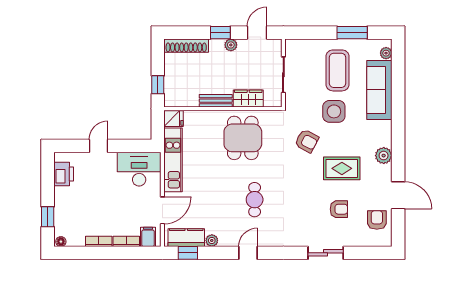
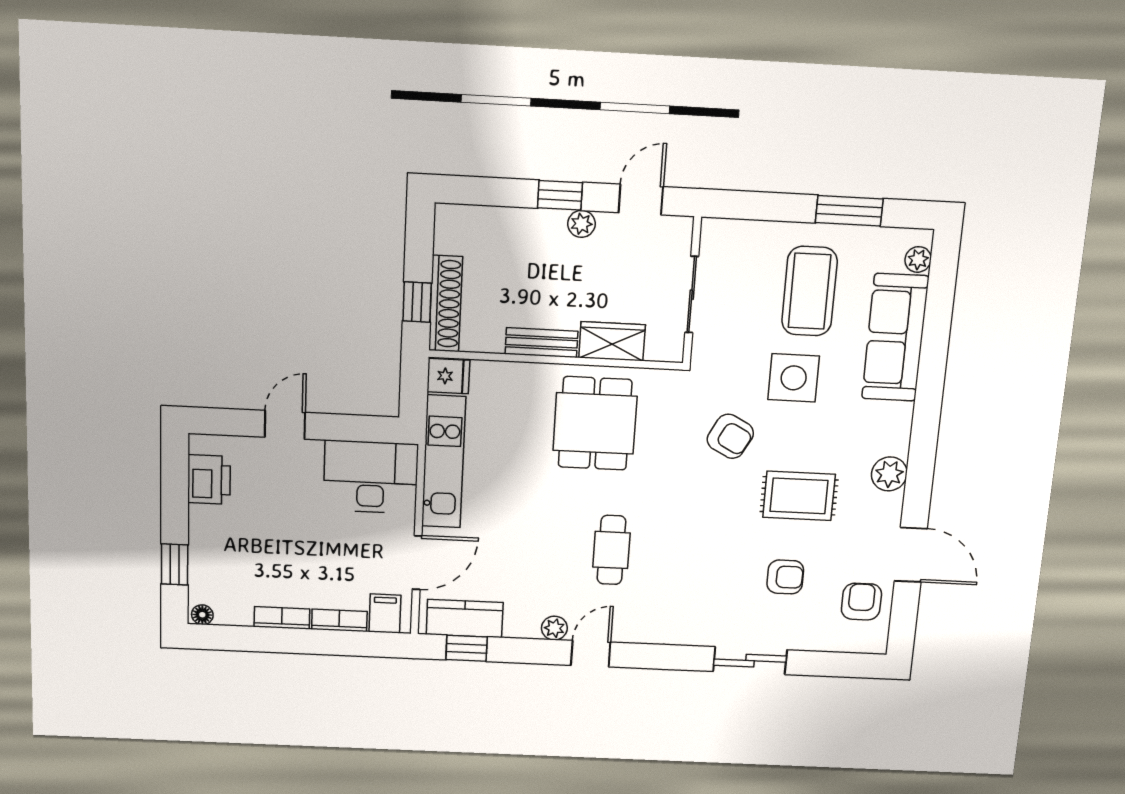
shoe rack: (186, 46) -> (446, 304), moved, turned -90
plant: (212, 240) -> (554, 628), moved

